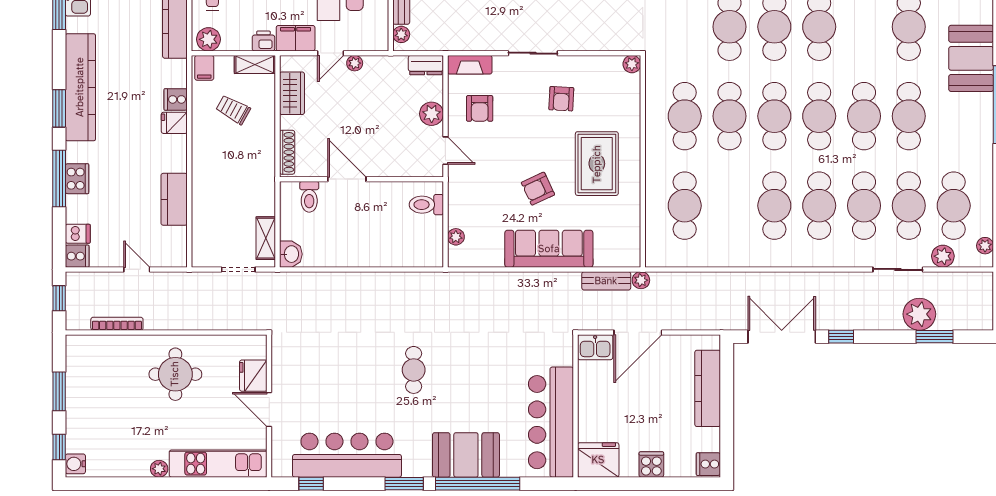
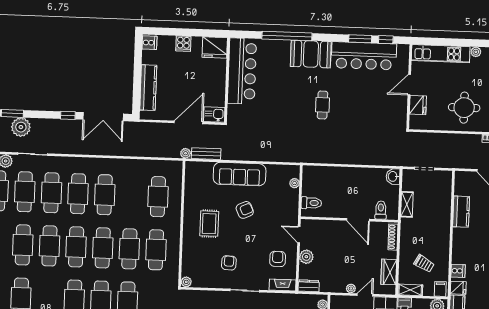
fridge: (174, 123) -> (458, 288), moved
rug: (597, 164) -> (209, 224), width x0.73, depth x0.70
shelving: (266, 238) -> (407, 204), moved
door: (269, 410) -> (409, 85), swing flipped
booth: (466, 455) -> (311, 54), moved
window: (404, 484) -> (360, 39), moved

